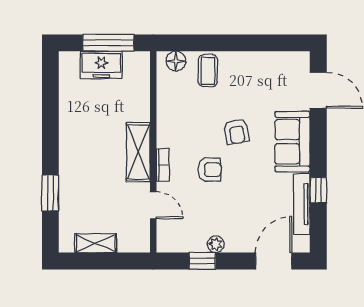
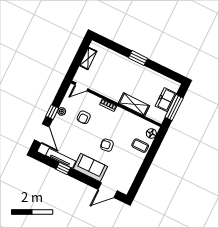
shelving: (138, 152) -> (134, 104), moved
armchair: (209, 170) -> (84, 117), moved
window: (50, 193) -> (138, 58), moved
door: (153, 205) -> (81, 87), moved
window: (202, 261) -> (52, 112), moved

